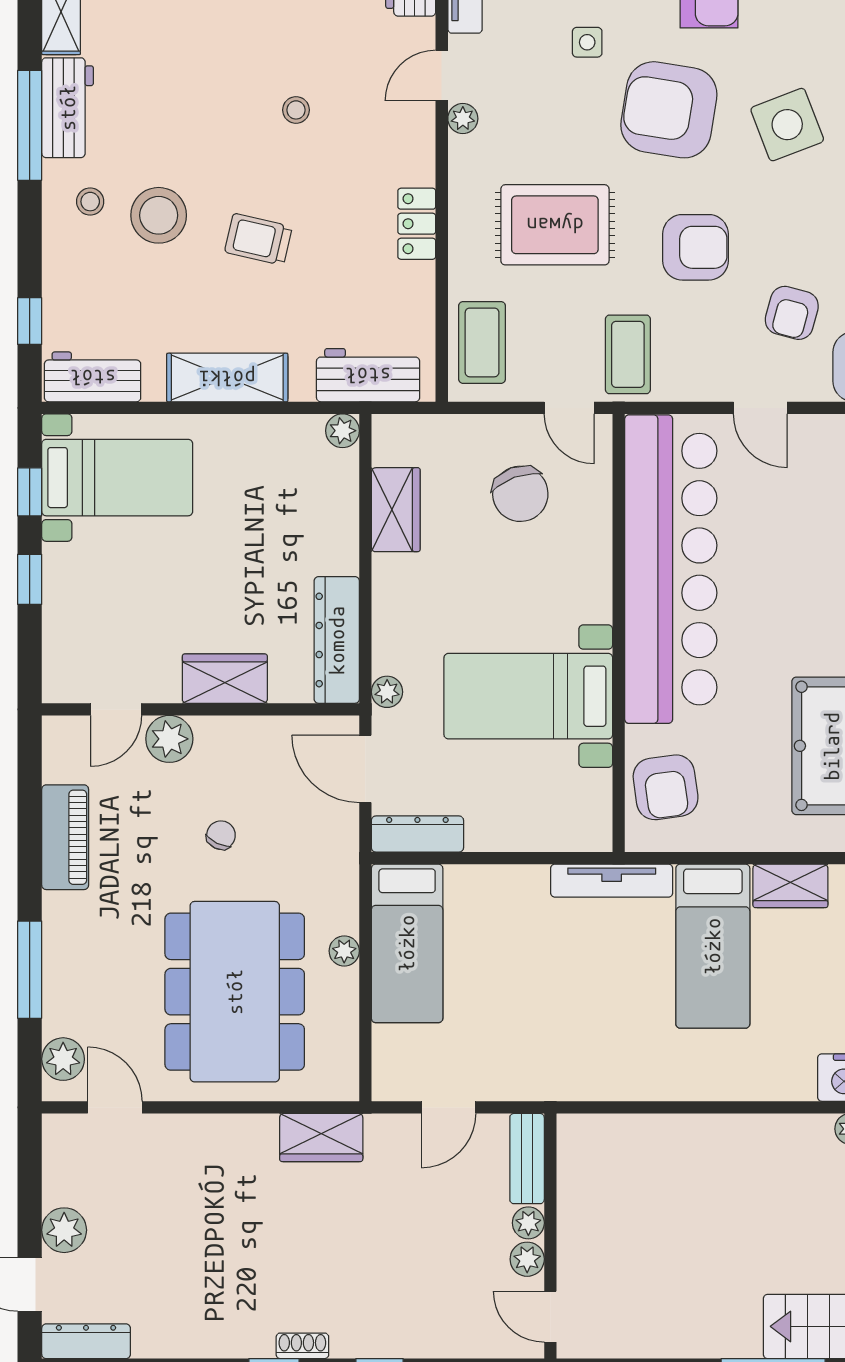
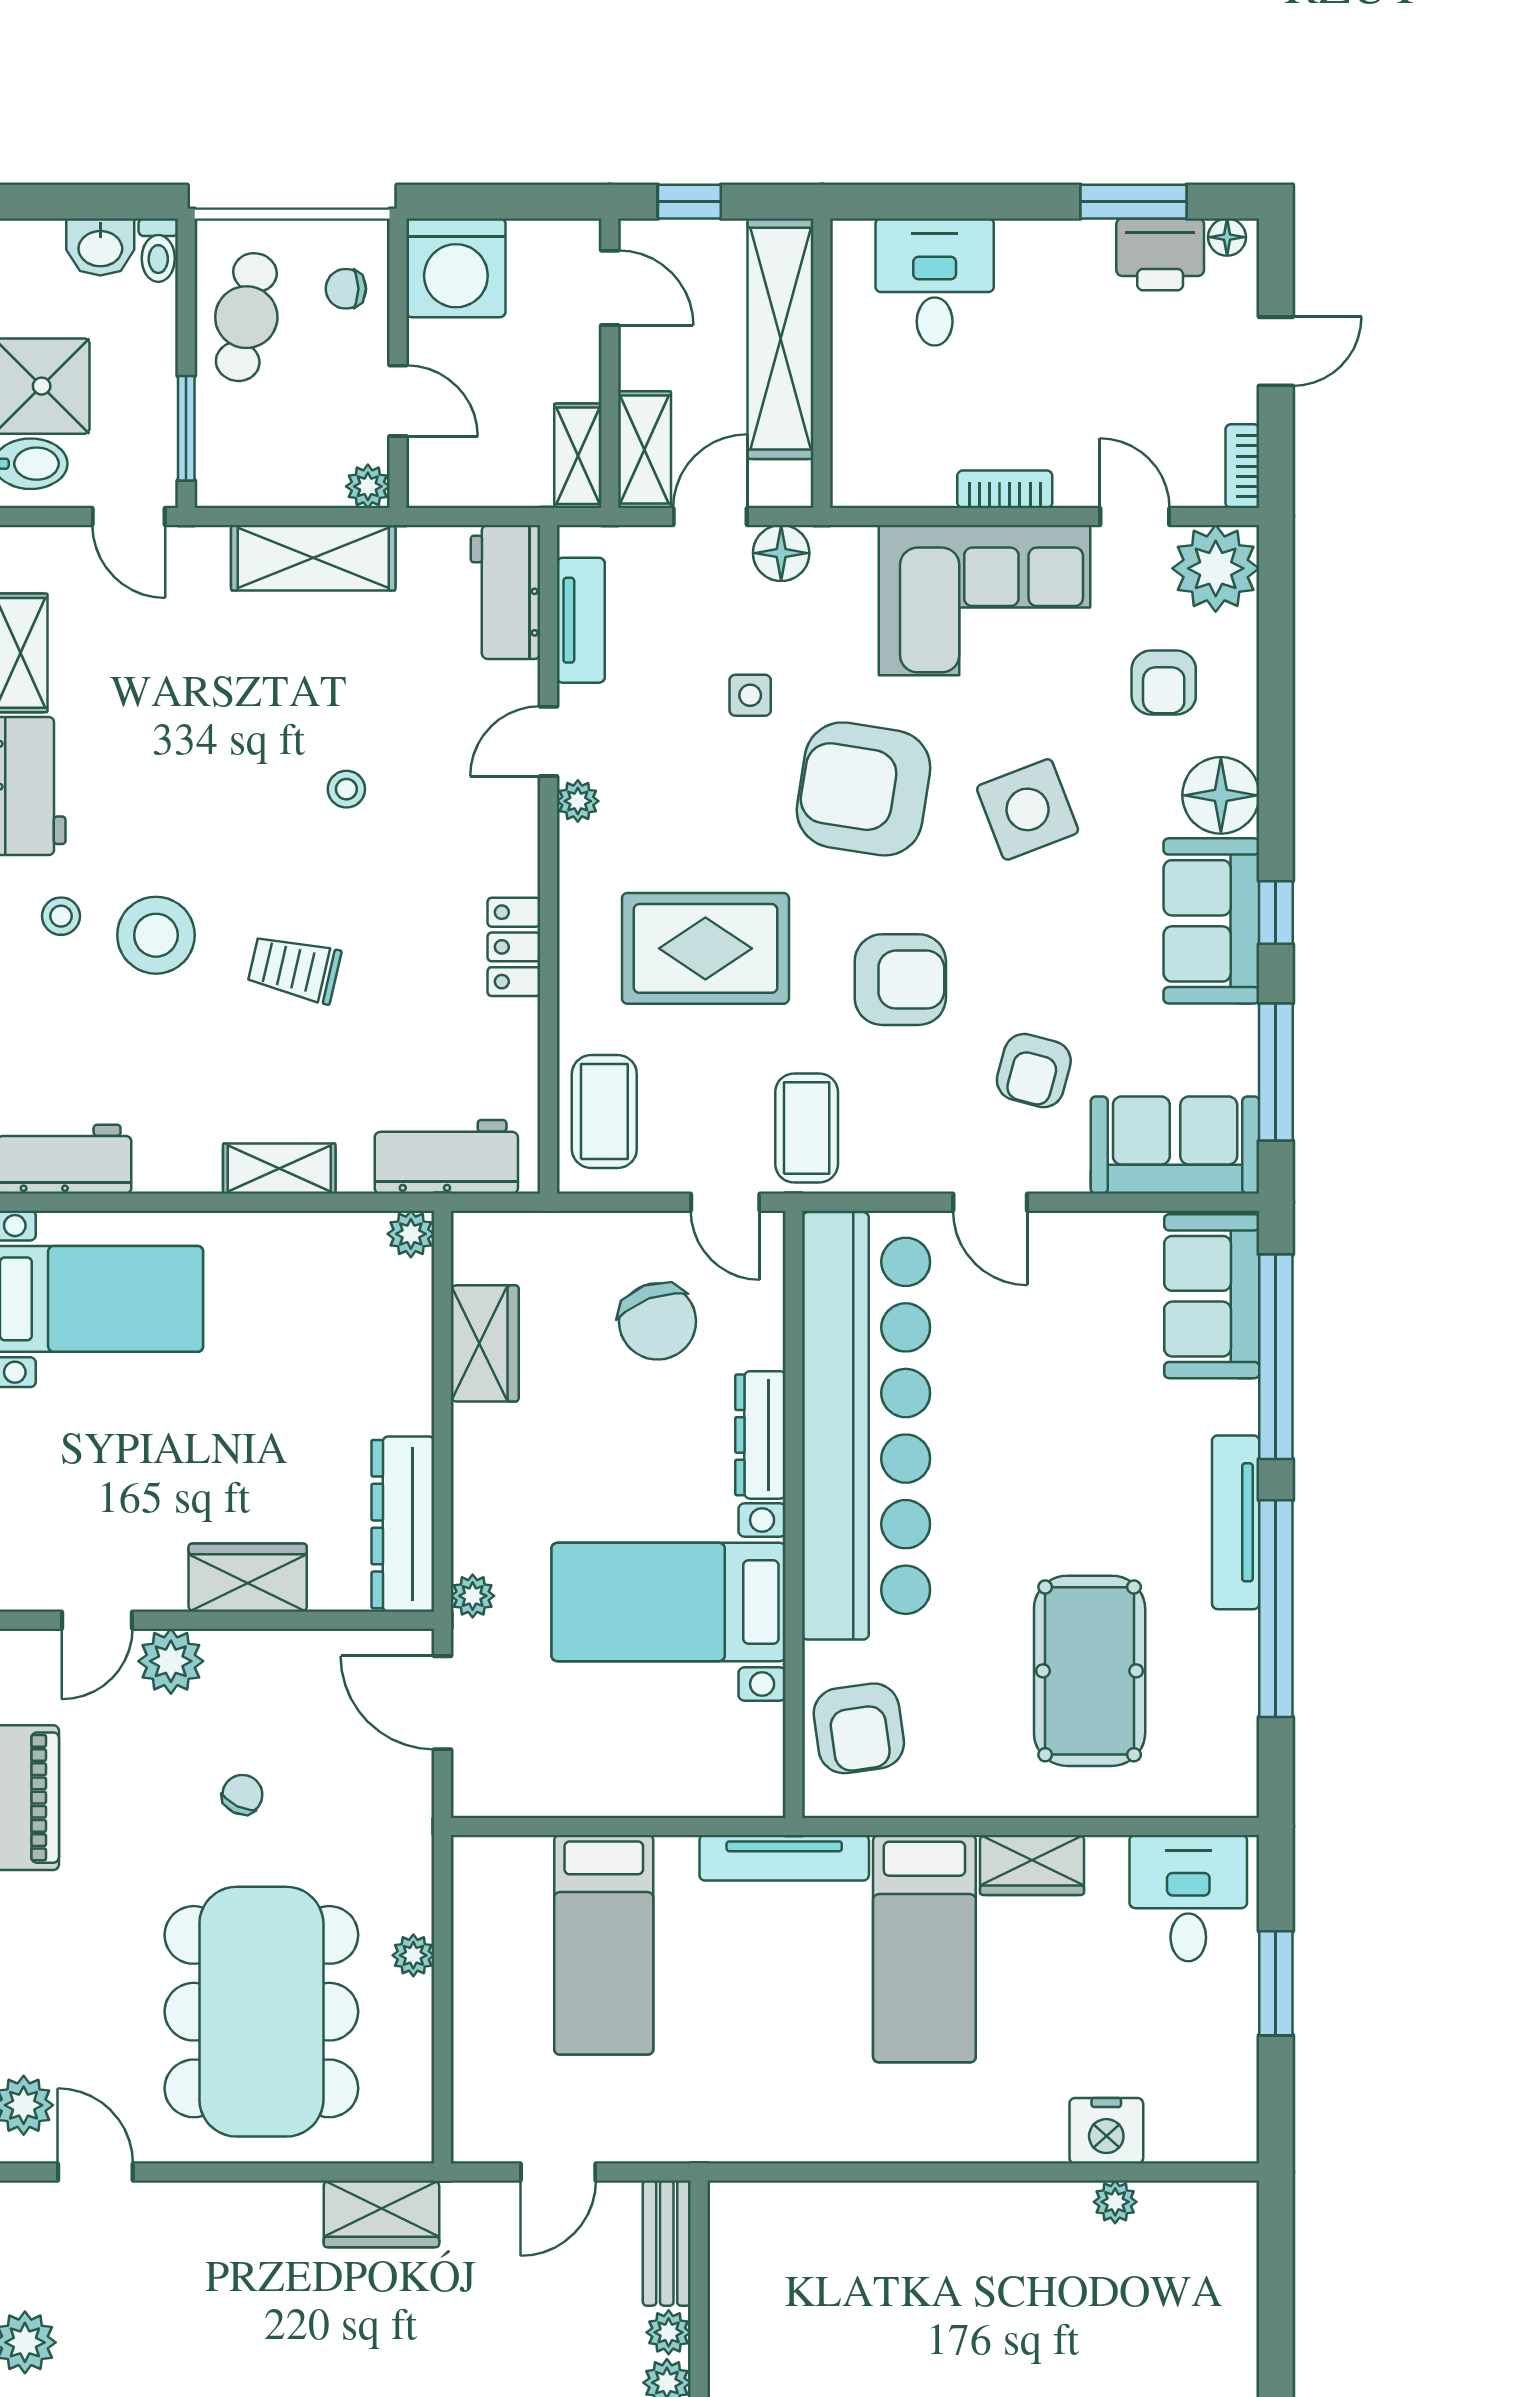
shelving: (227, 378) -> (279, 1169), width x0.67, depth x0.75
dresser: (417, 834) -> (760, 1435), moved, turned -90
bed: (407, 943) -> (604, 1945), moved

